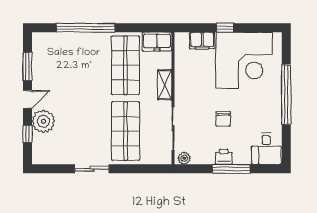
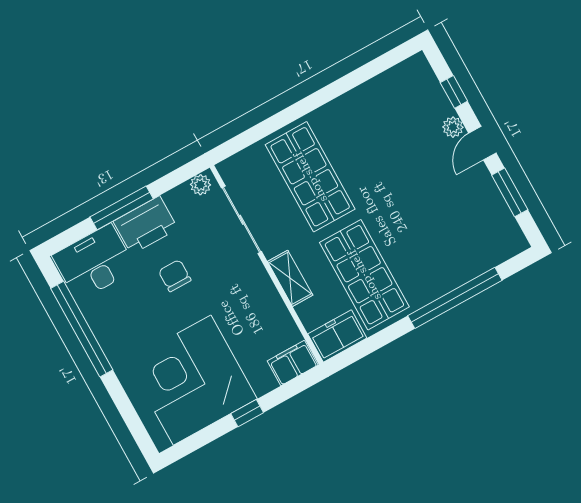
filing cabinet: (202, 40) -> (293, 363), moved
window: (286, 95) -> (82, 329), moved
plant: (43, 121) -> (453, 127), width x0.53, depth x0.53
desk: (266, 149) -> (94, 262), width x1.37
printer: (224, 157) -> (146, 225), width x1.87, depth x1.48
sliding door: (92, 169) -> (329, 93), removed

